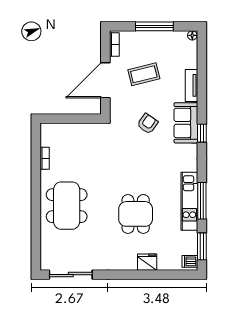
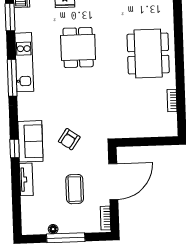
floor lamp: (192, 35) -> (53, 229), moved
coffee table: (144, 74) -> (75, 189), turned -76
window: (202, 133) -> (15, 148), moved
window: (202, 201) -> (12, 78), moved

